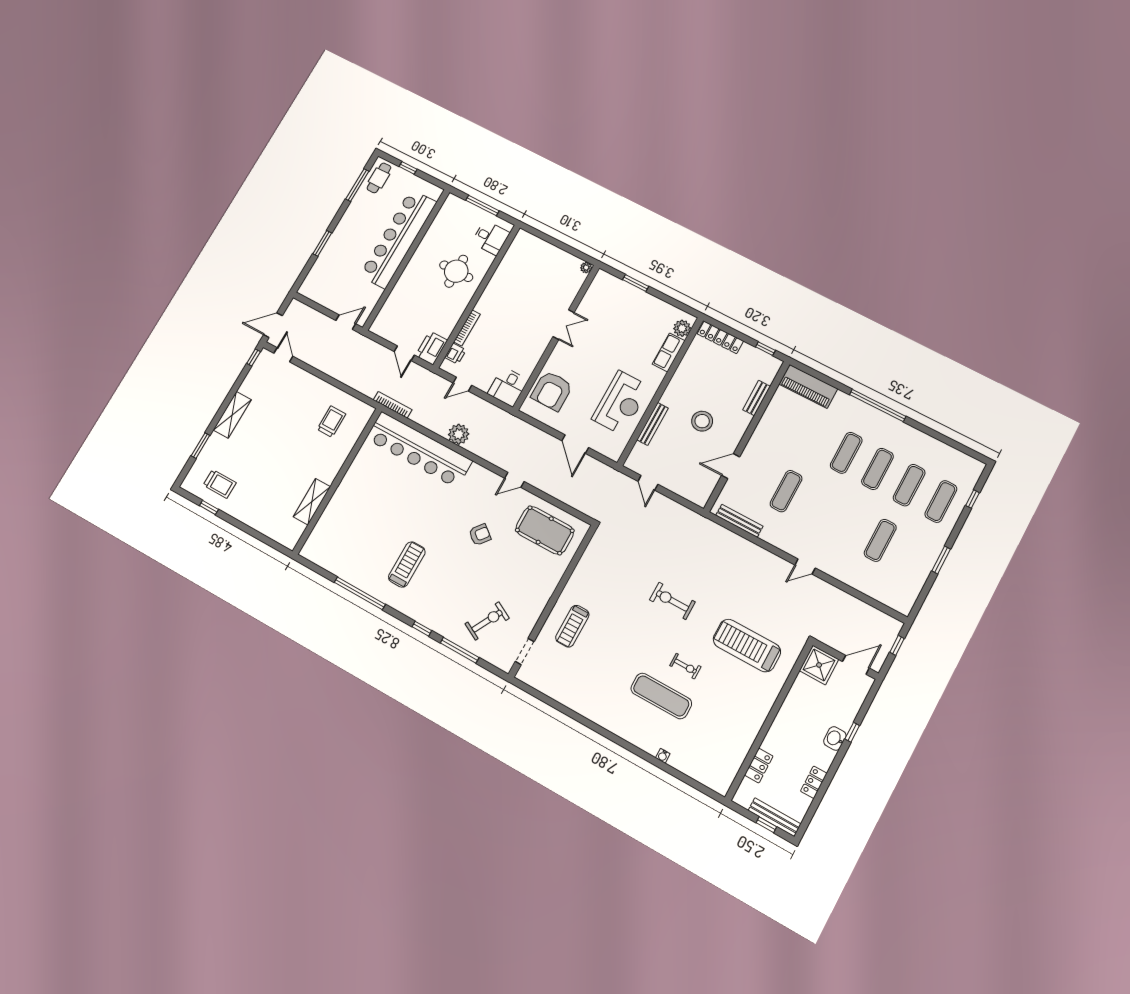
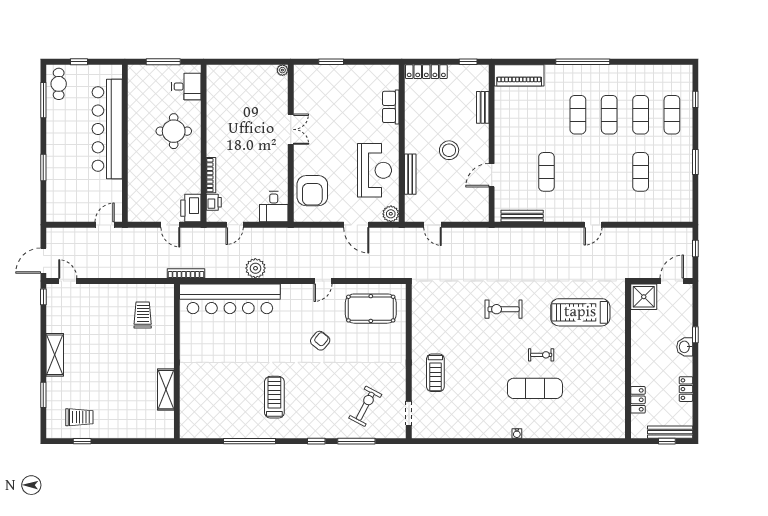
plant: (682, 328) -> (391, 214), moved
water cooler: (663, 756) -> (517, 434), moved

